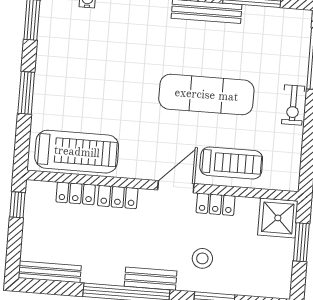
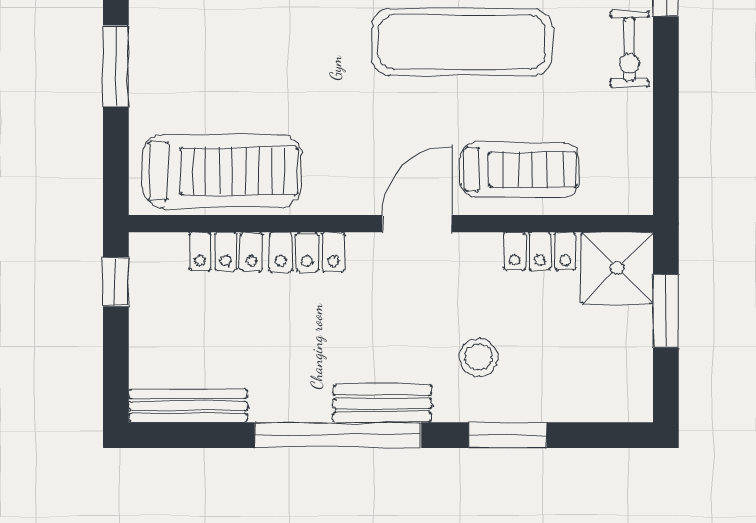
locker: (216, 204) -> (540, 251), moved

